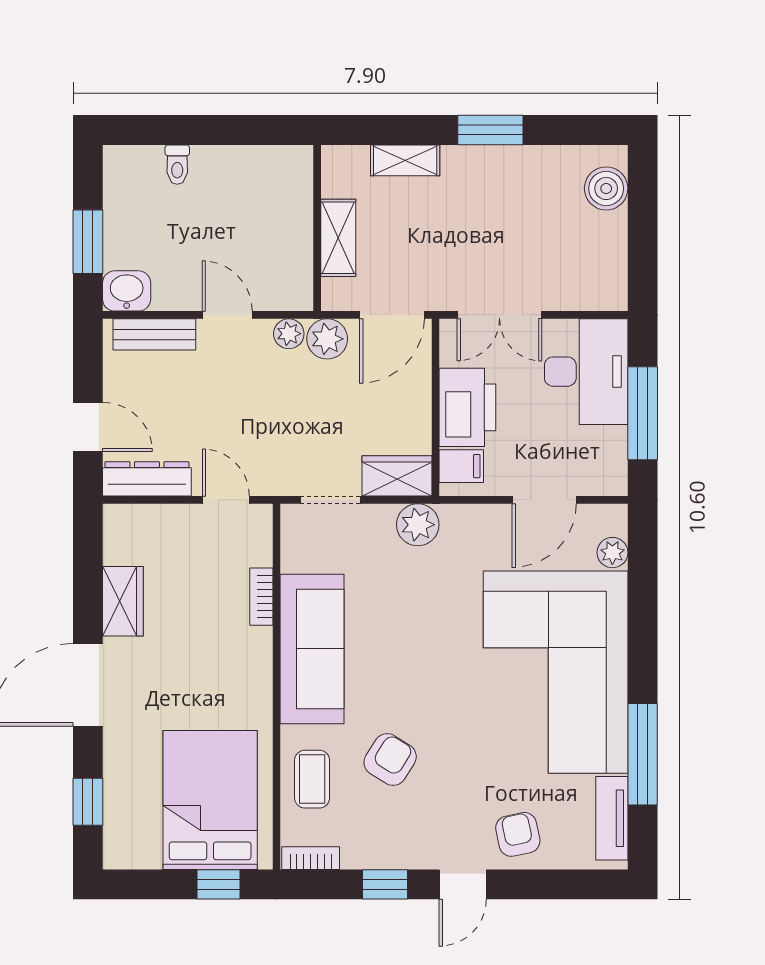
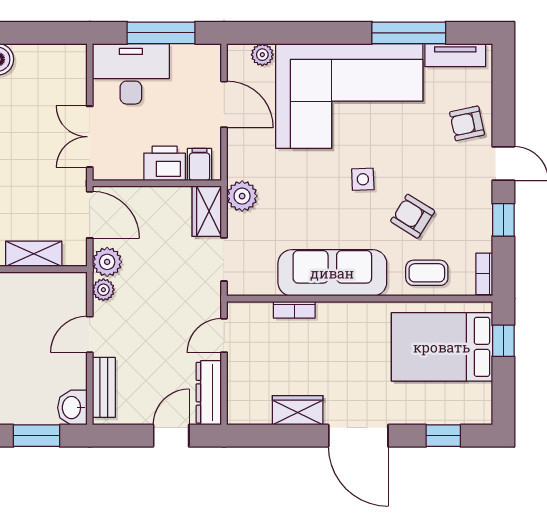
double door: (499, 315) -> (90, 137), swing flipped
printer: (467, 407) -> (165, 163), width x0.73, depth x0.84
side table: (441, 691) -> (363, 179), added

